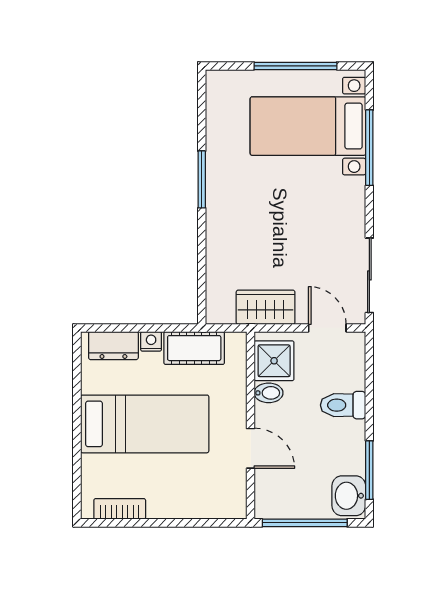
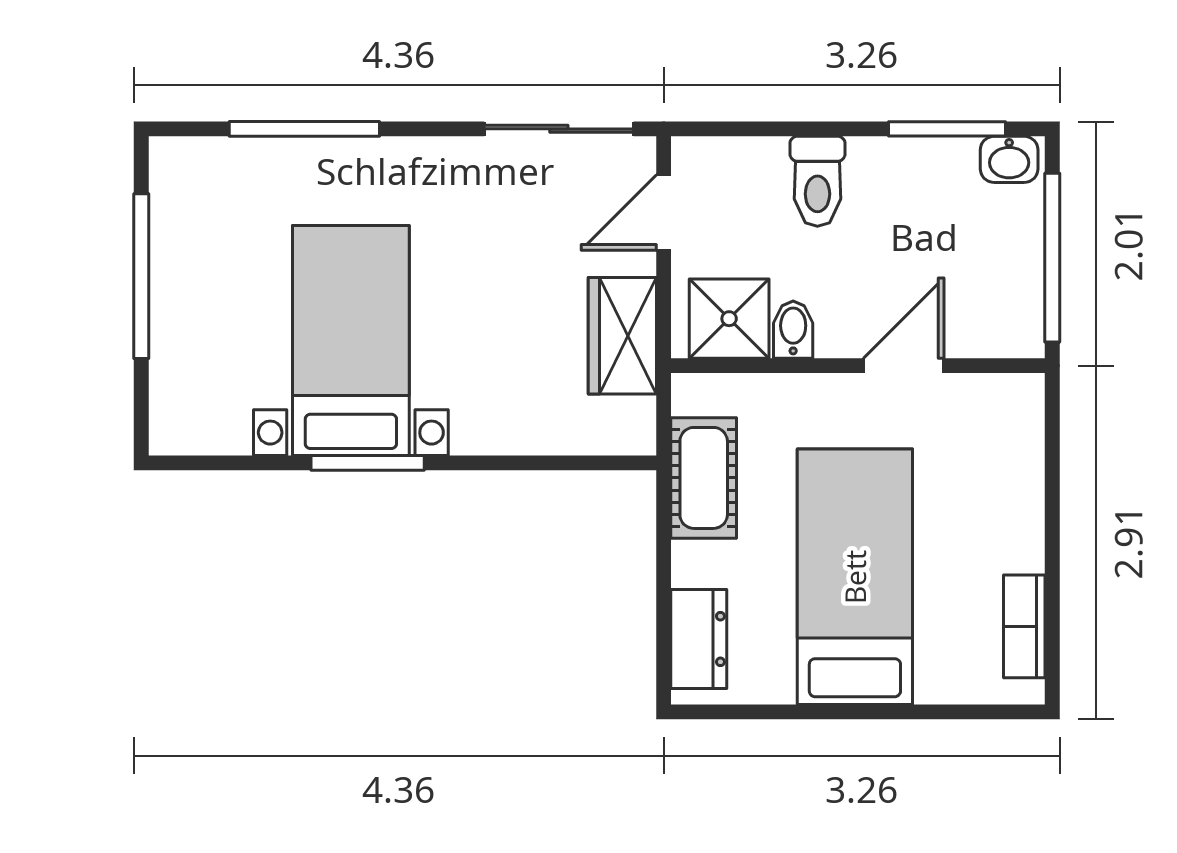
bed with nightstands: (308, 126) -> (351, 340), moved, turned 180
nightstand: (151, 341) -> (690, 564), removed
washbasin: (349, 496) -> (1009, 159), width x0.72, depth x0.69

